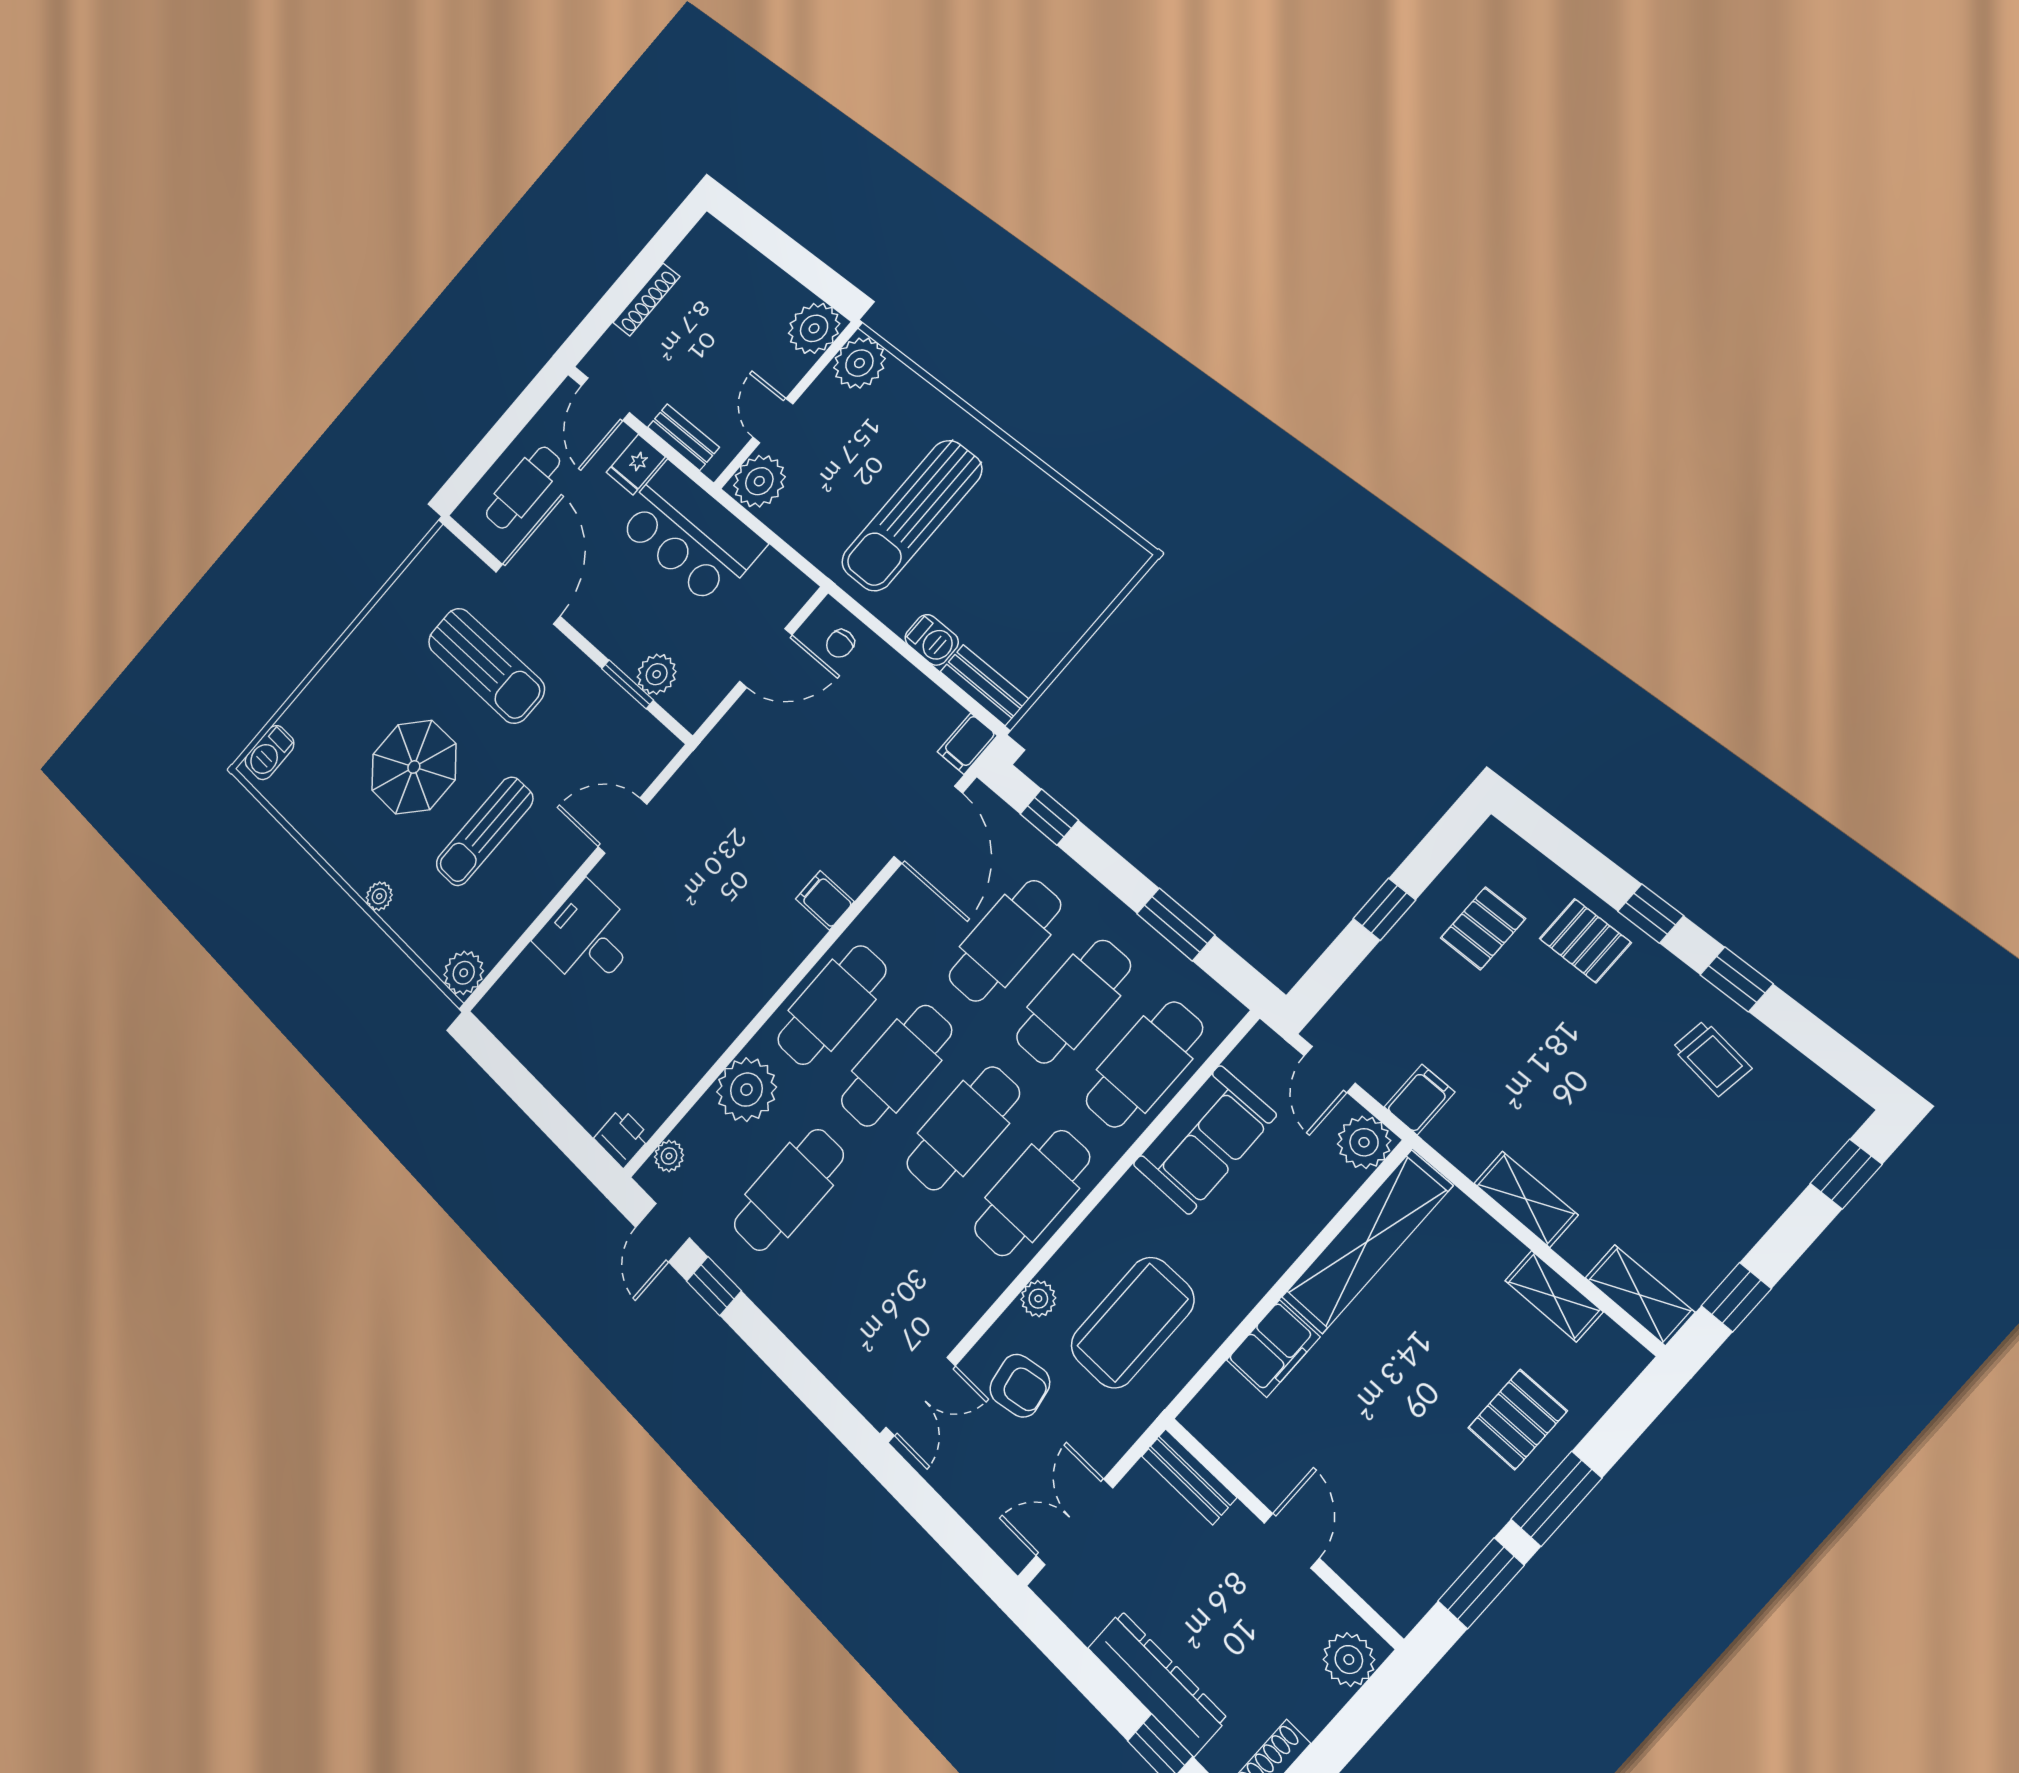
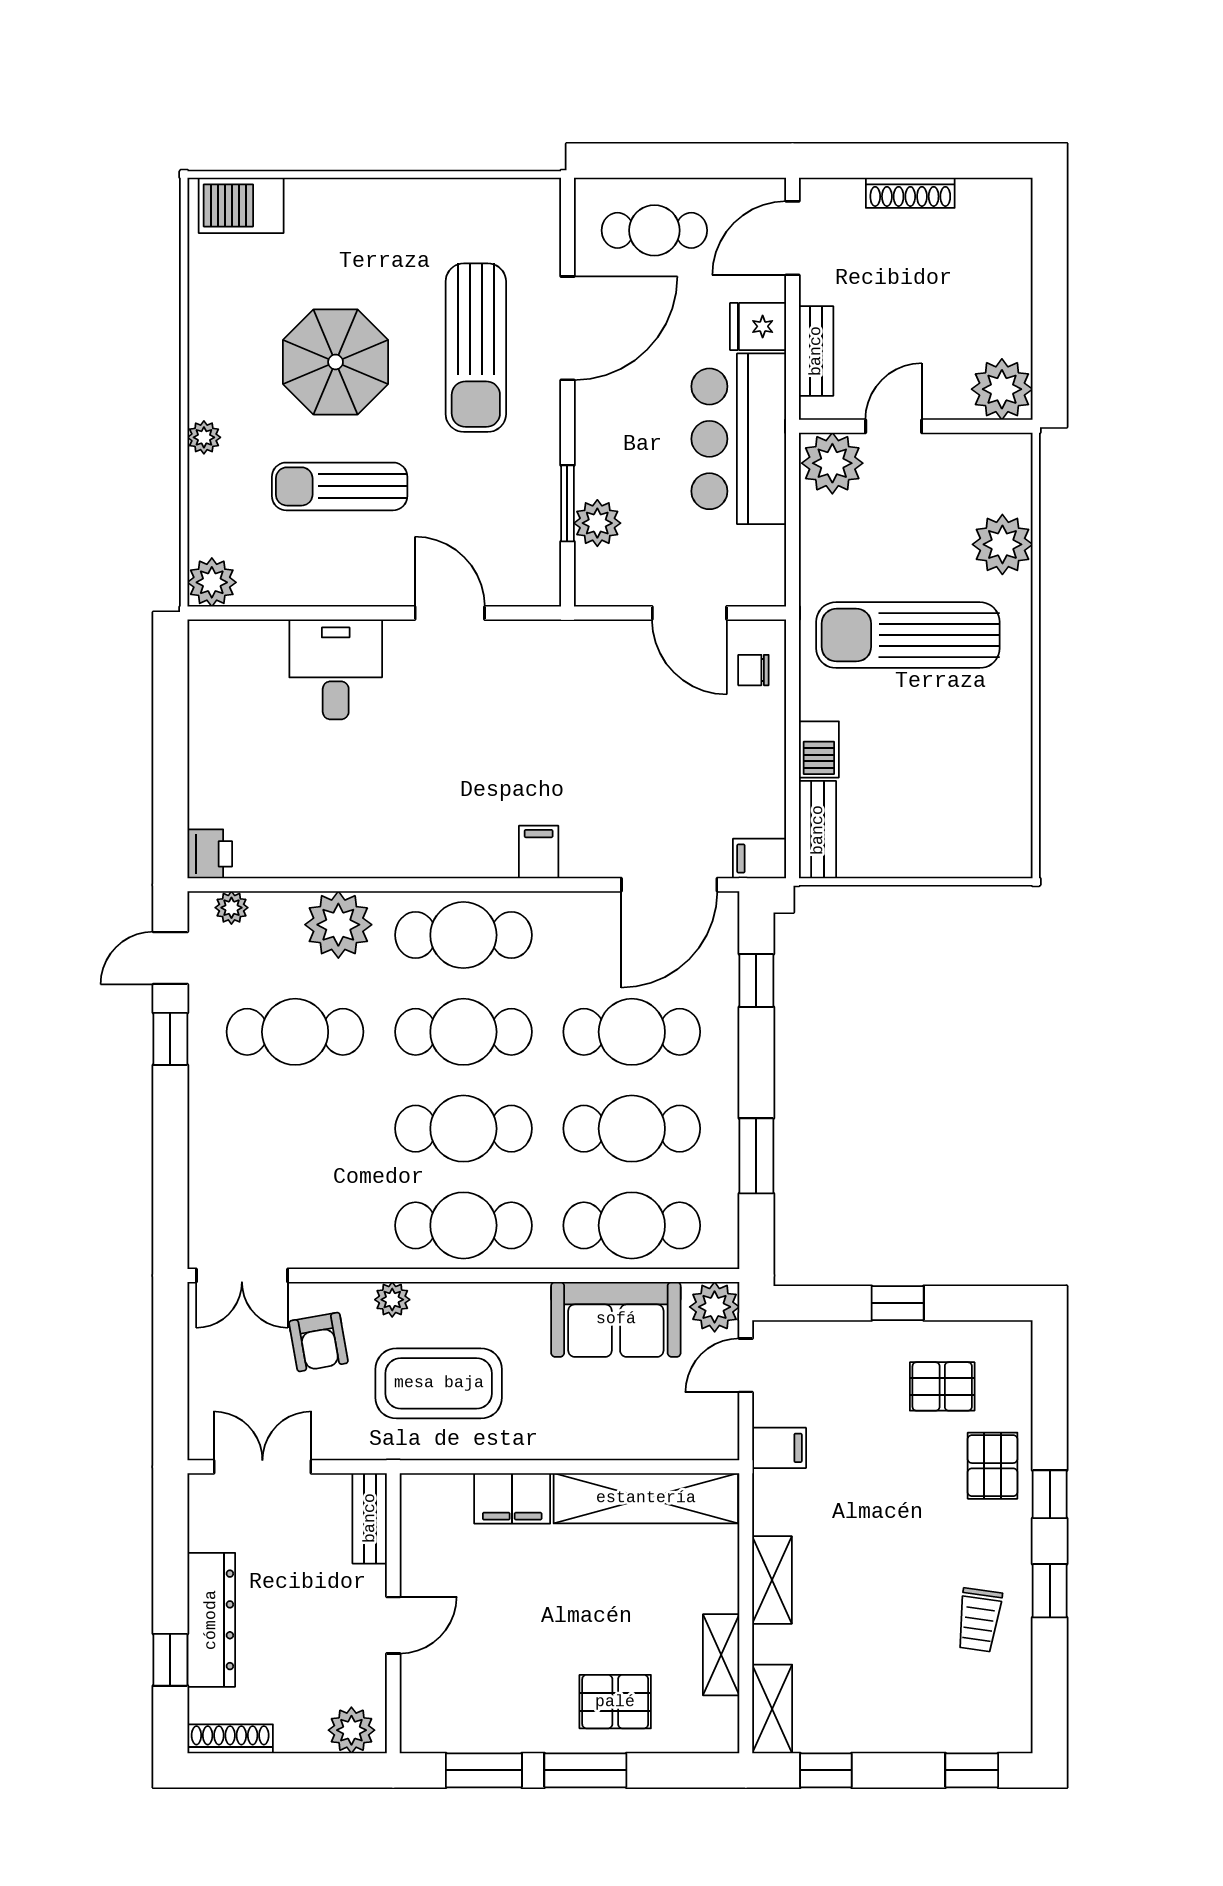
plant: (859, 363) -> (1002, 544), moved
barbecue: (269, 752) -> (241, 205), width x1.38, depth x1.27
plant: (1364, 1142) -> (715, 1307), moved

